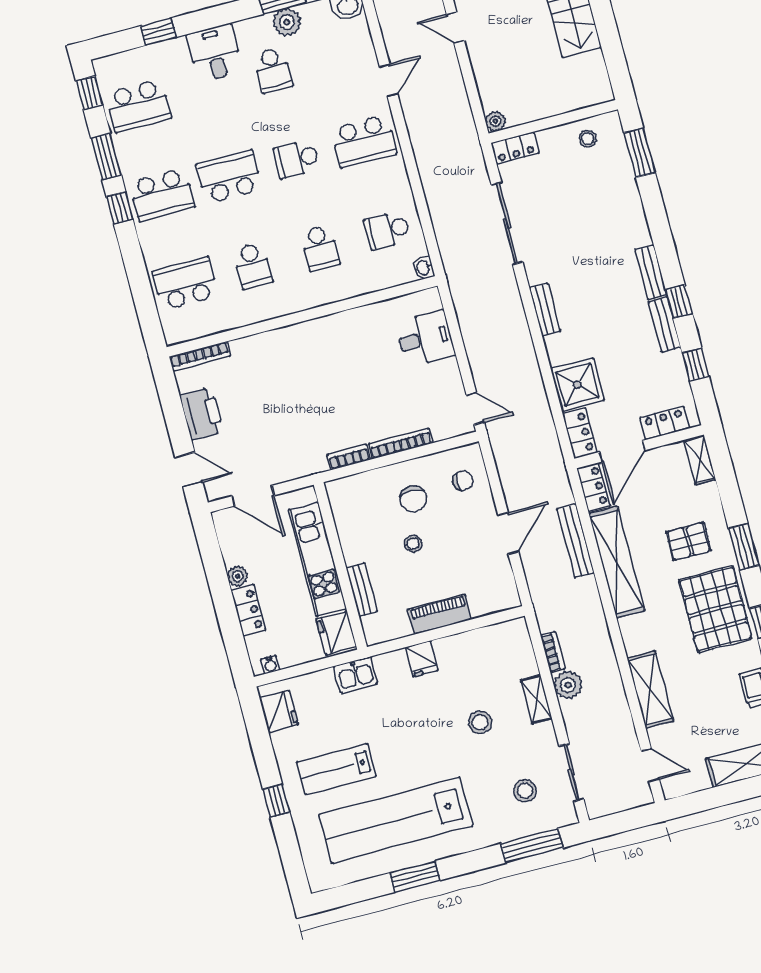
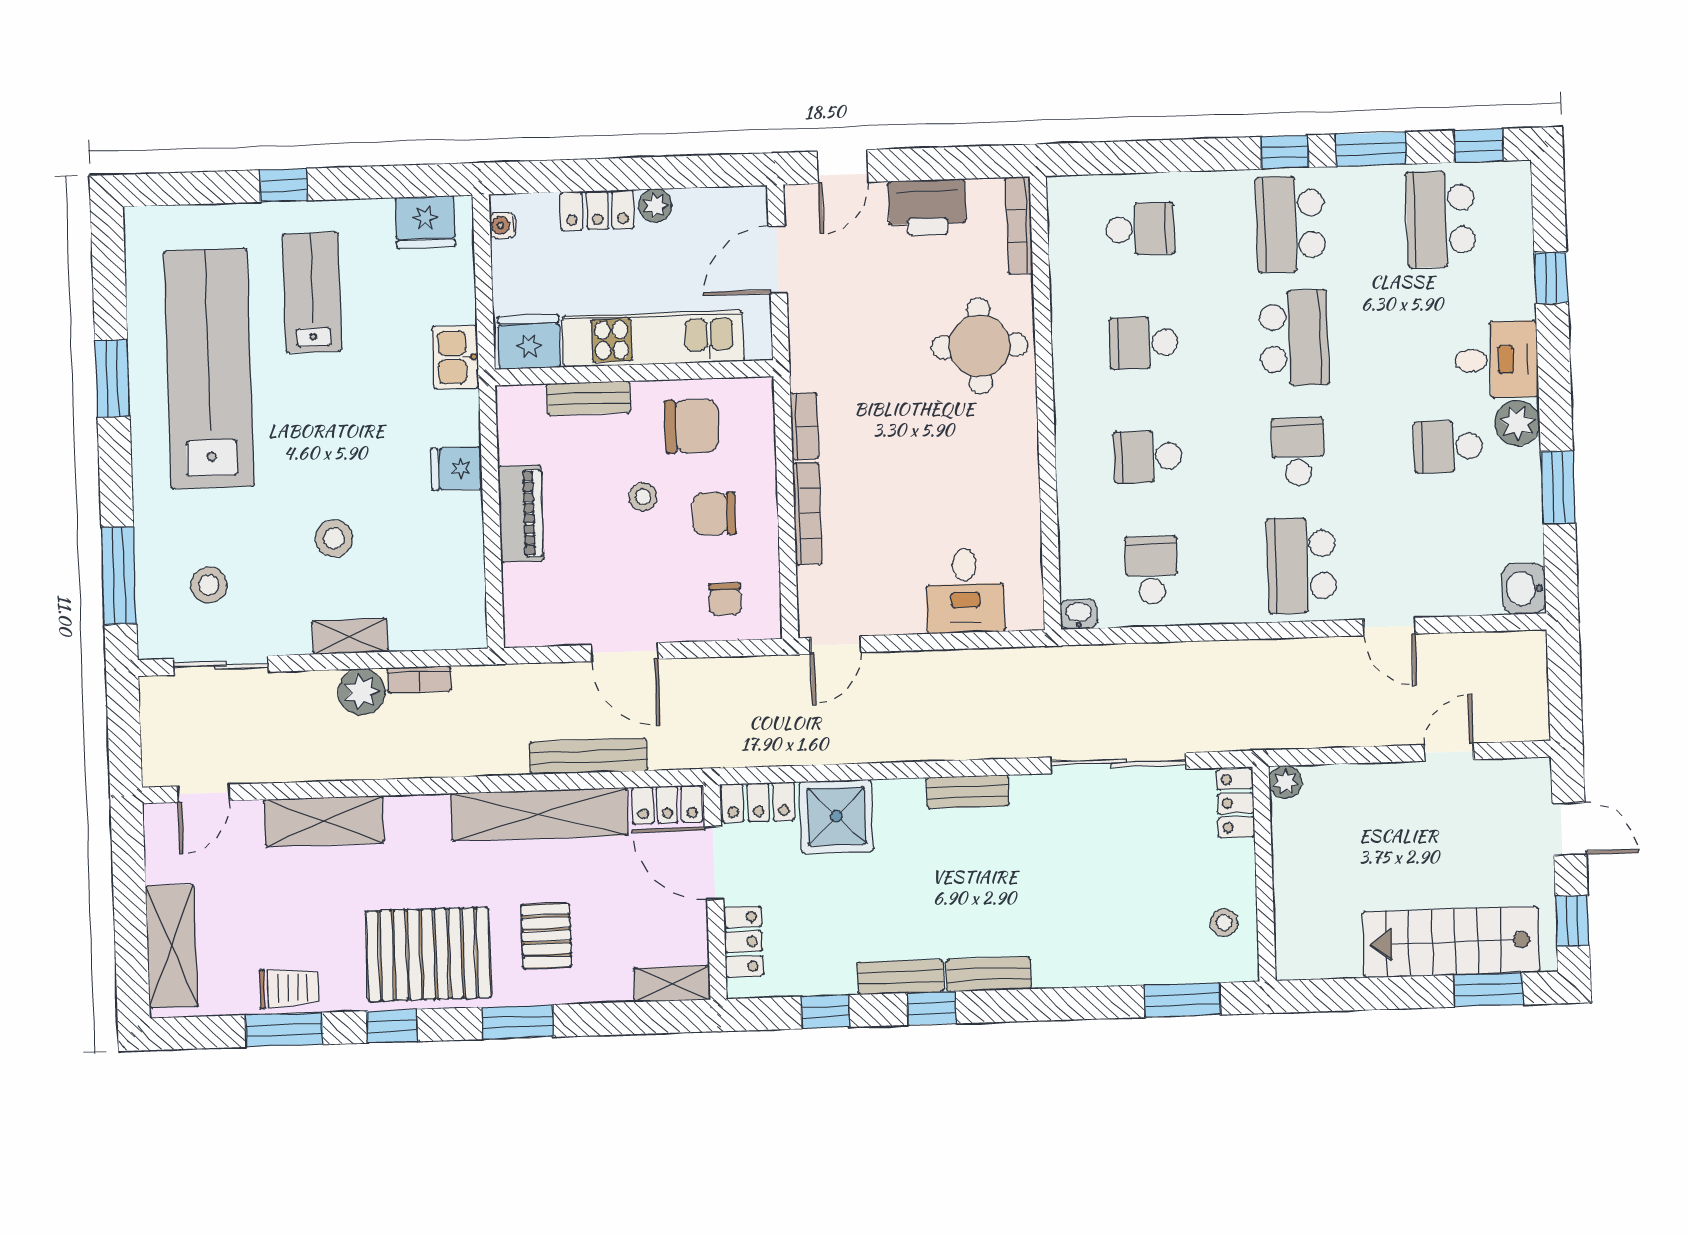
plant: (287, 22) -> (1517, 423), moved
school desk: (185, 284) -> (1140, 229), width x0.54
round table: (277, 363) -> (980, 346), added
chair: (364, 524) -> (692, 426), added

